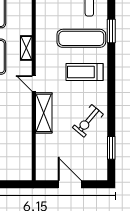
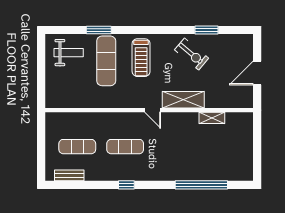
shelving: (26, 48) -> (212, 118), moved
door: (34, 83) -> (153, 110), hinge flipped
window: (111, 148) -> (207, 30), moved

